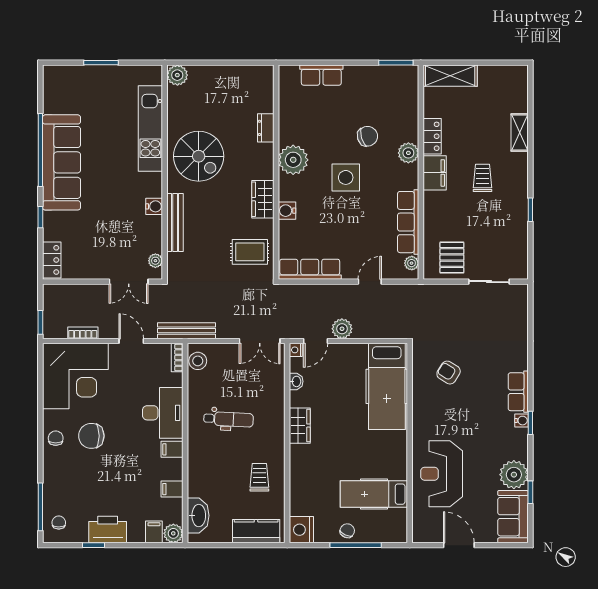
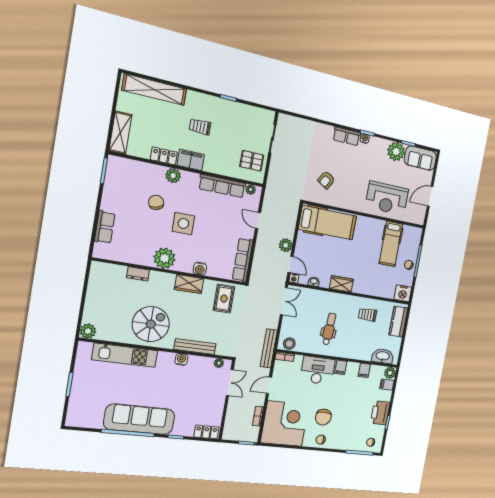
shelving: (520, 133) -> (155, 90), width x2.20, depth x1.33

